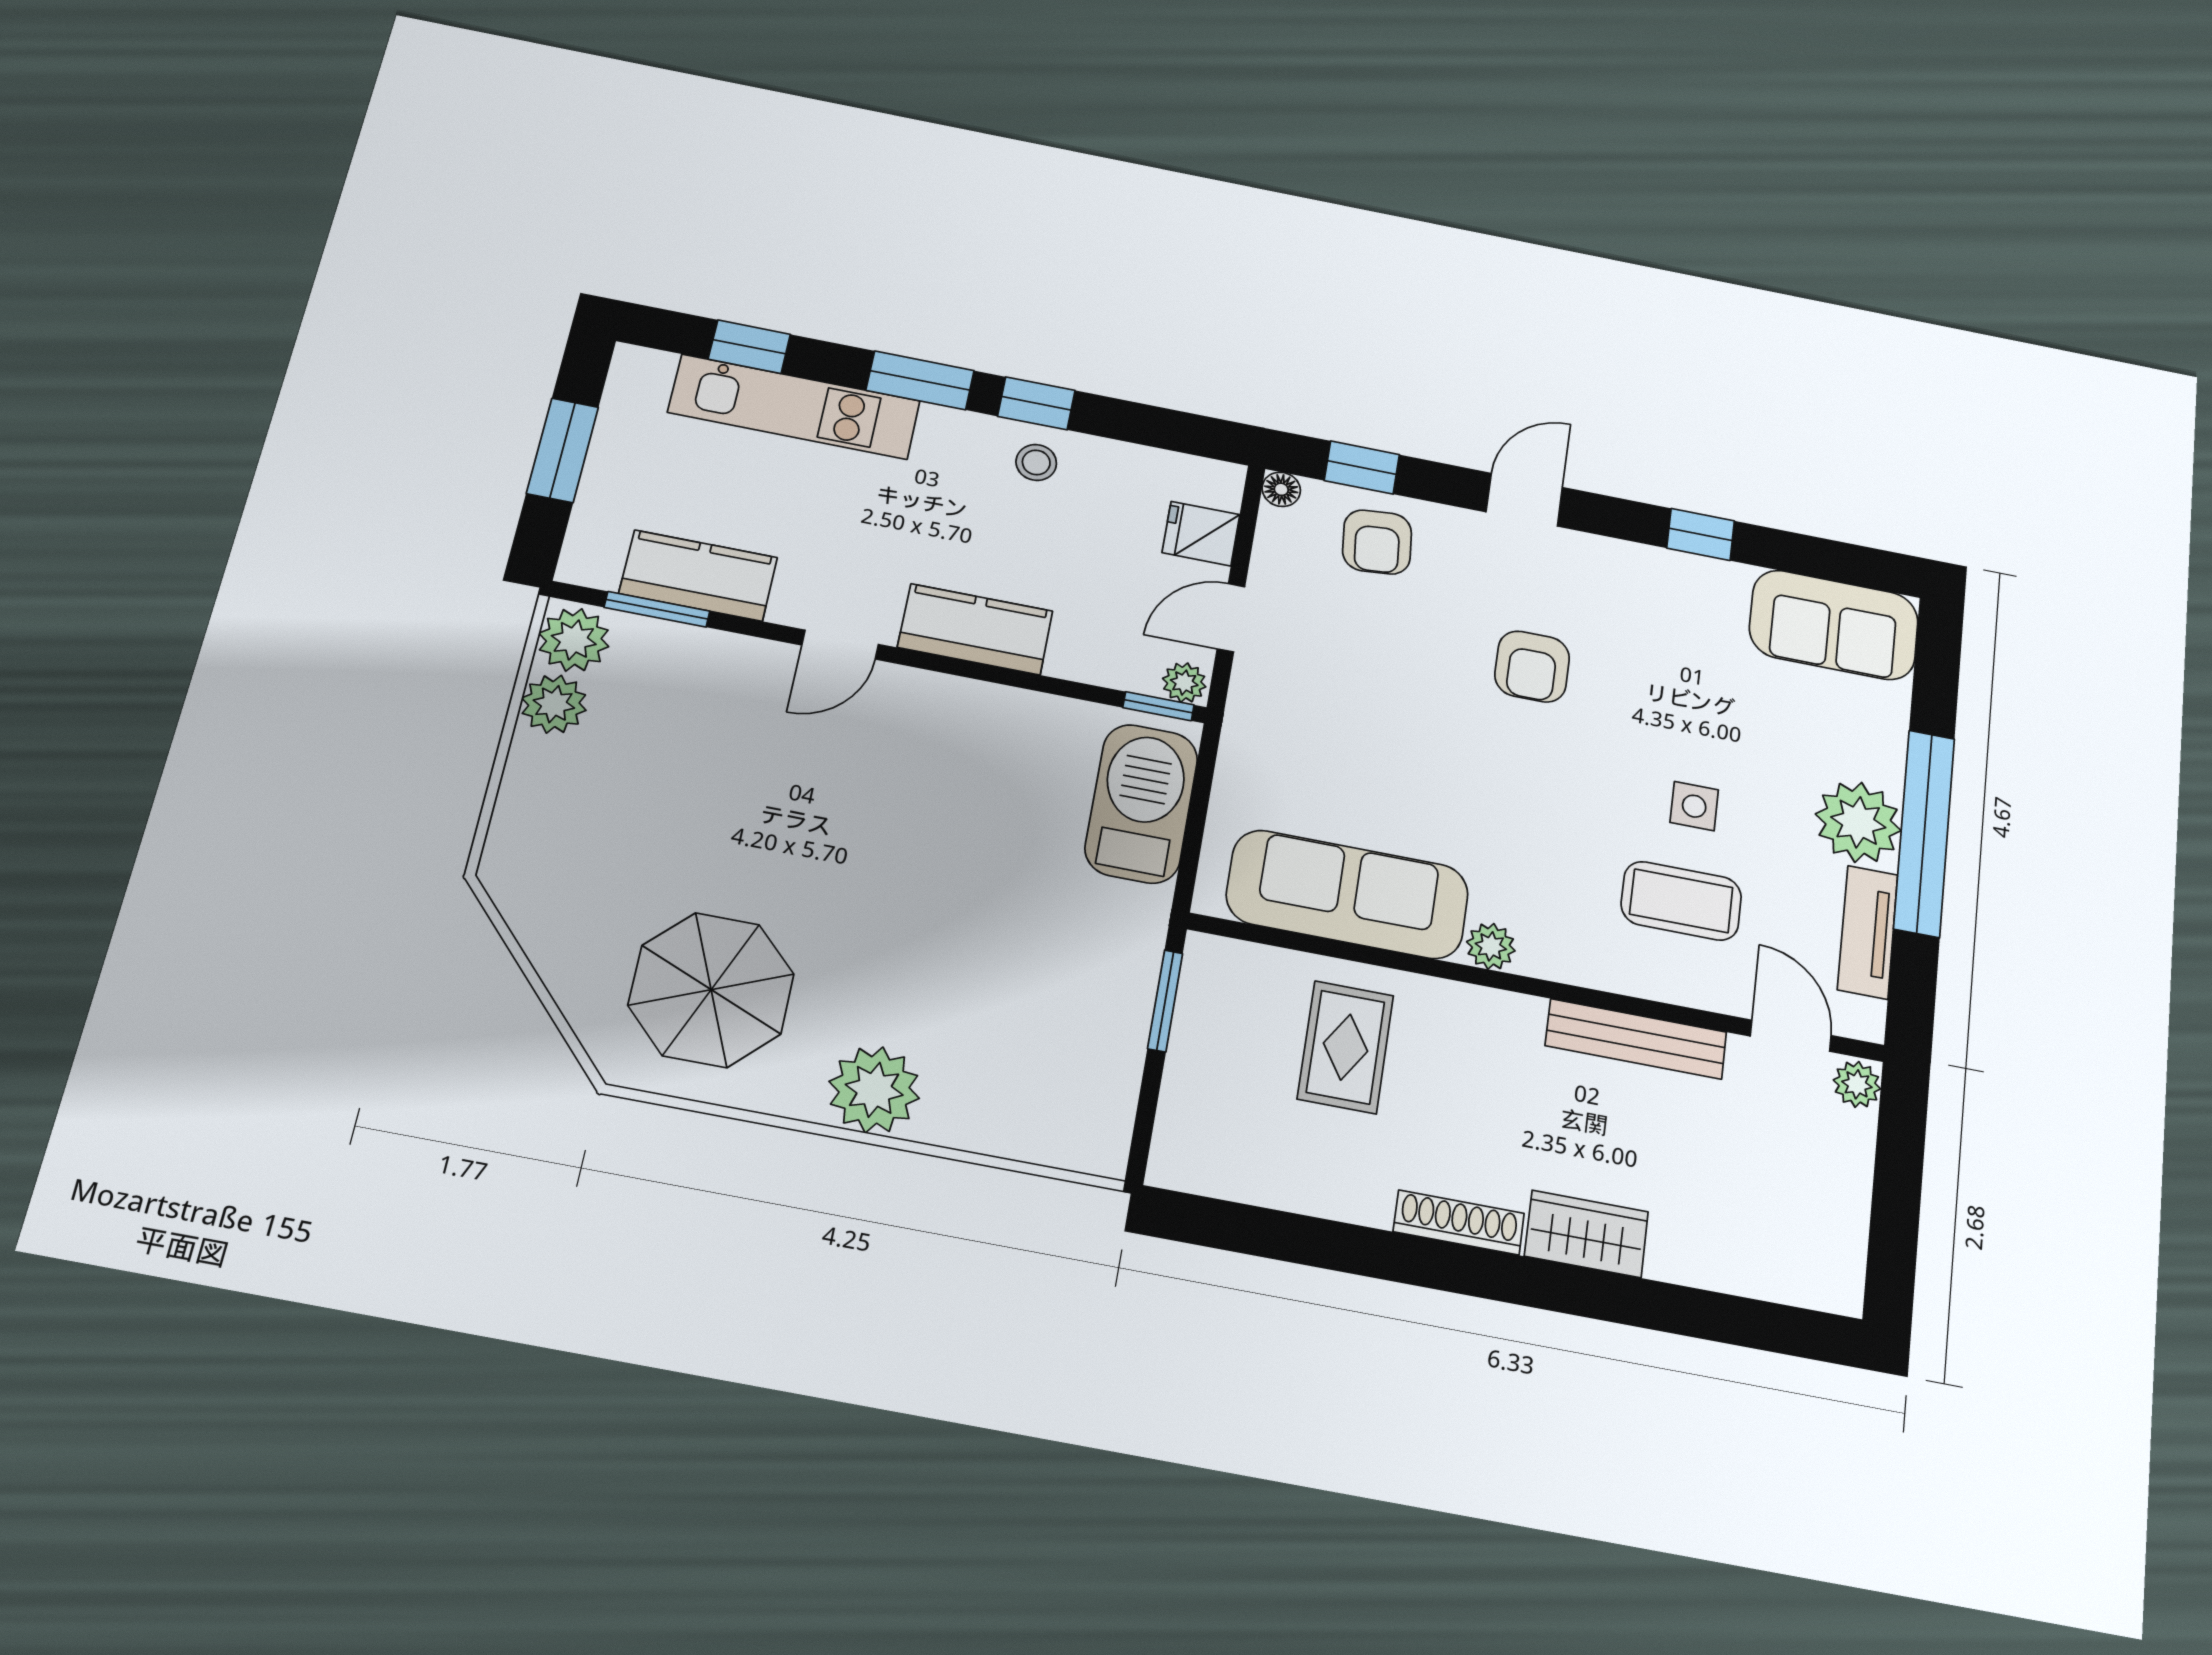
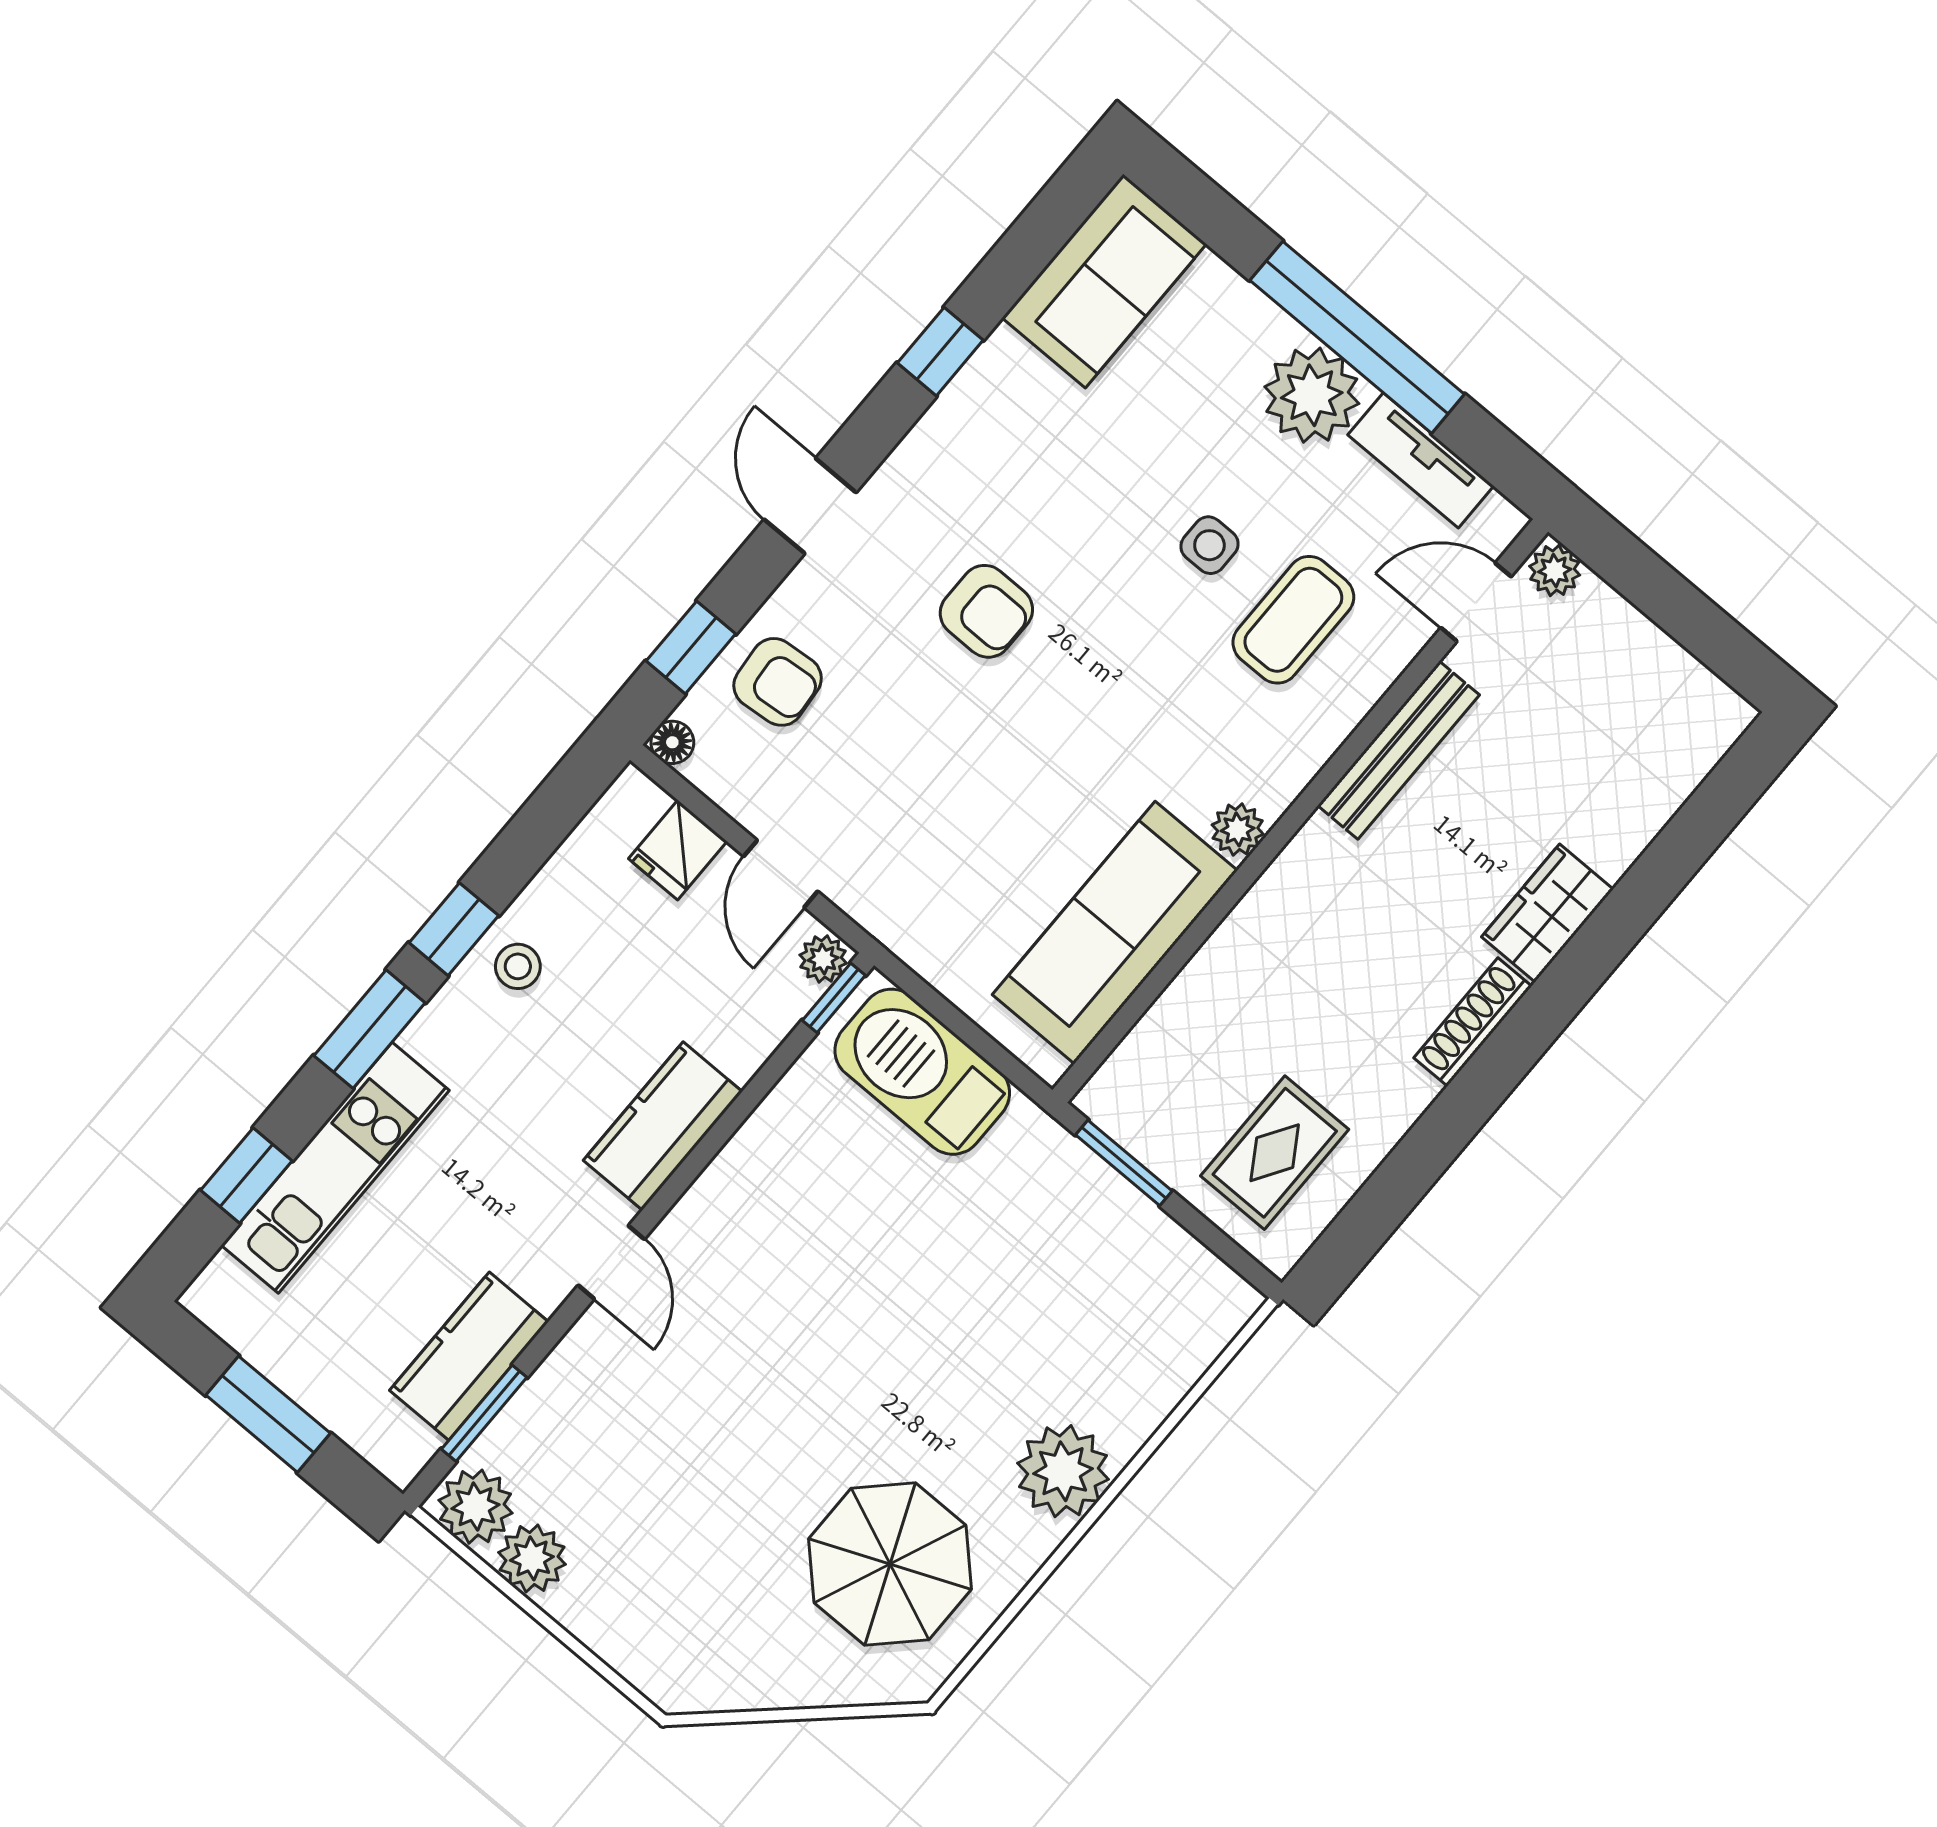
rug: (1345, 1047) -> (1275, 1153), moved, turned 90

